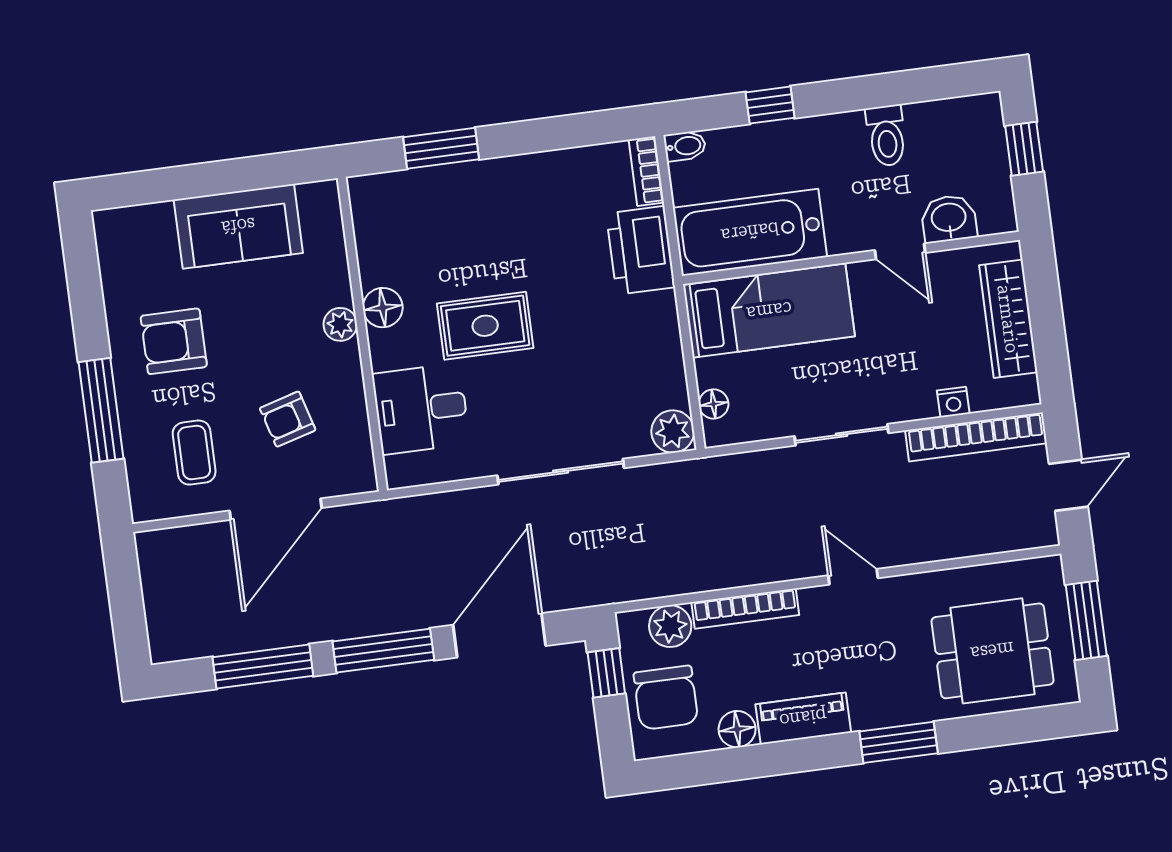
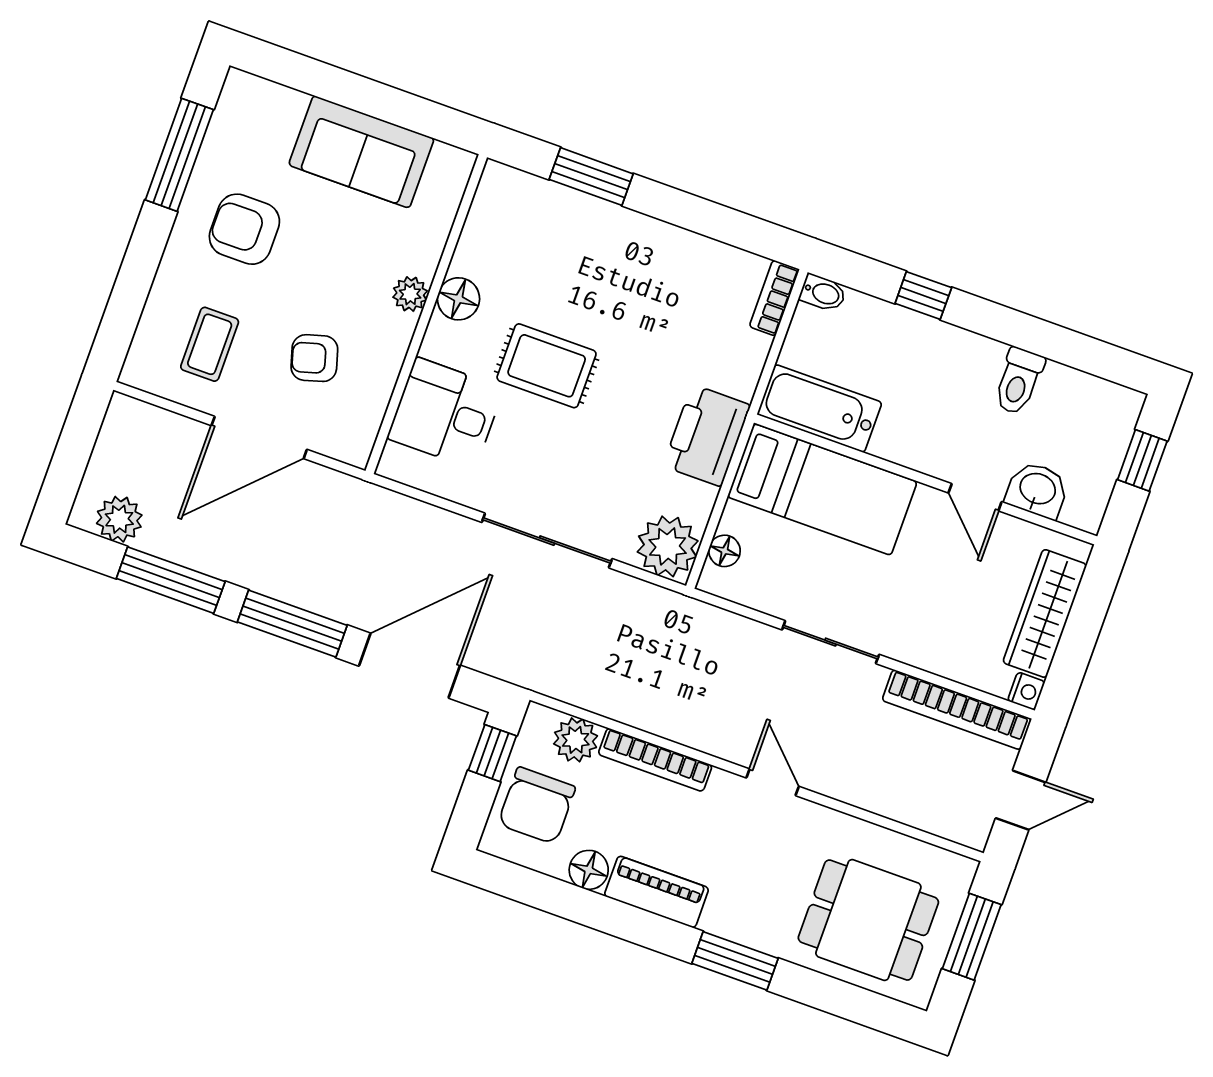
bathtub: (750, 232) -> (820, 408), width x0.73, depth x0.73
printer: (641, 250) -> (707, 436), moved
nightstand: (953, 402) -> (1026, 691), moved, turned -90
window: (101, 410) -> (179, 155), moved
plant: (673, 431) -> (668, 546), width x1.36, depth x1.36
plant: (194, 638) -> (119, 519), added

